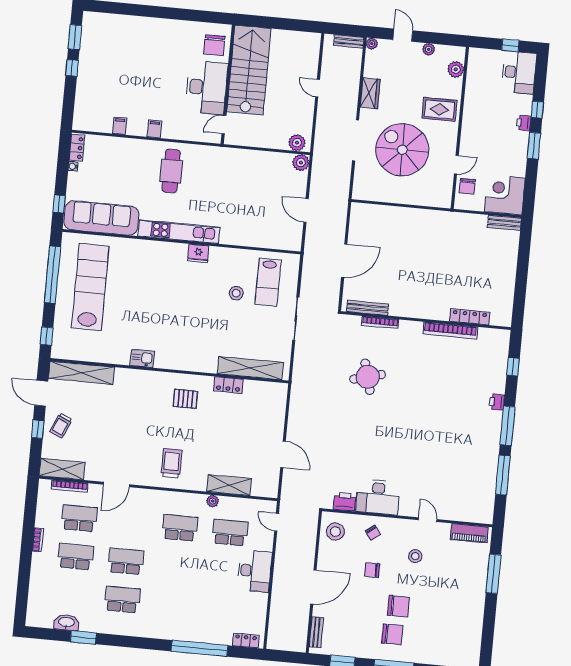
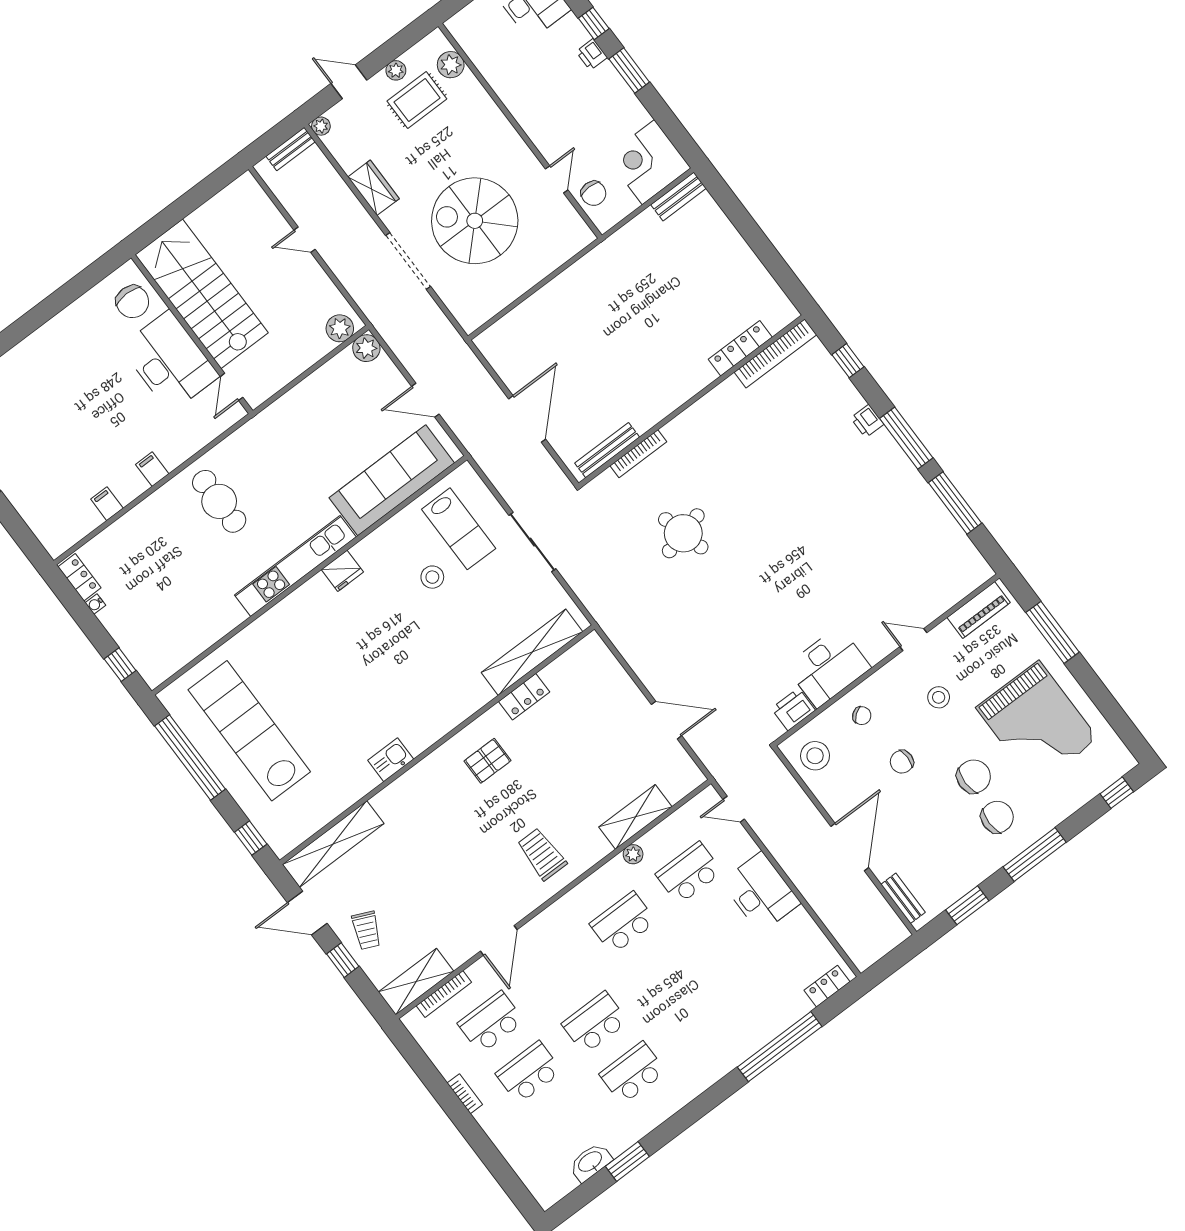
rug: (439, 109) -> (417, 100), moved
sofa: (101, 218) -> (392, 480), moved
bookcase: (450, 331) -> (775, 353), moved
grand piano: (449, 608) -> (1037, 723), added

